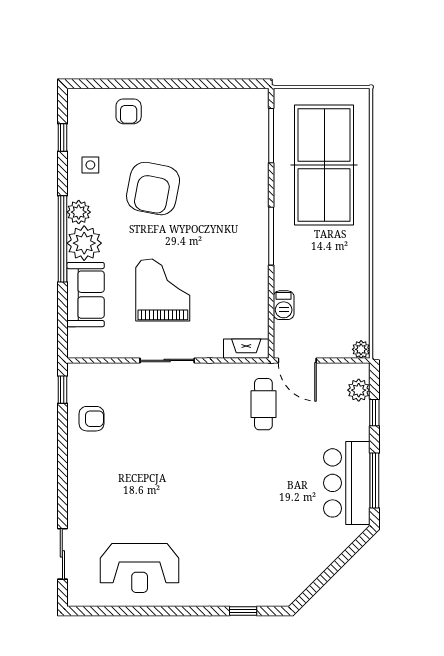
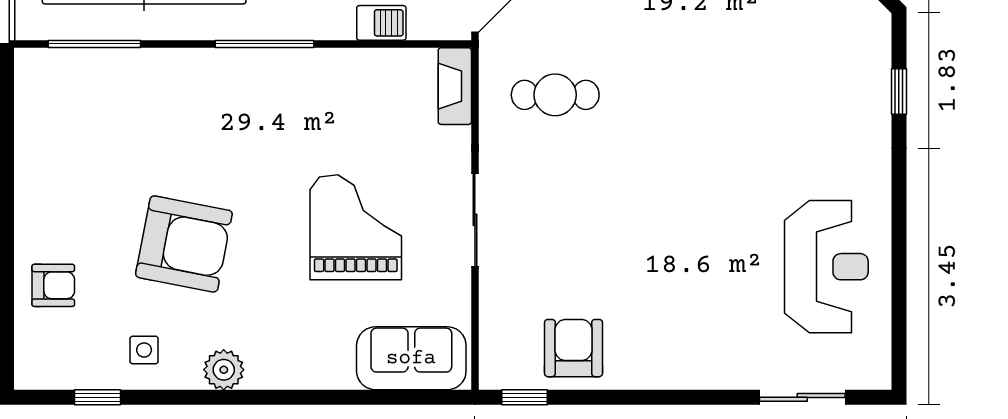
window: (62, 239) -> (269, 397), removed
plant: (84, 243) -> (276, 360), removed
grand piano: (163, 290) -> (356, 227), turned 90
sofa: (85, 295) -> (411, 358), moved
cafe table: (263, 404) -> (555, 95), moved
armchair: (92, 419) -> (574, 348), width x1.38, depth x1.38

